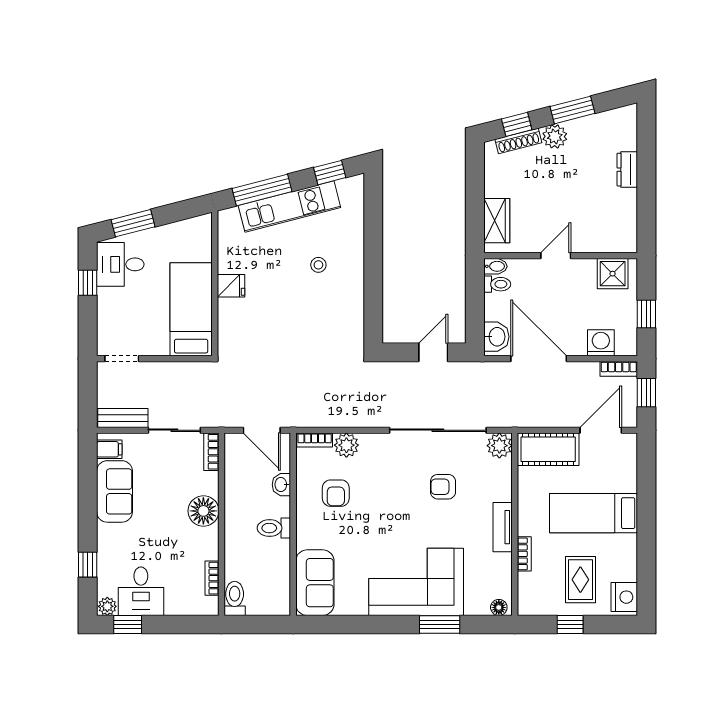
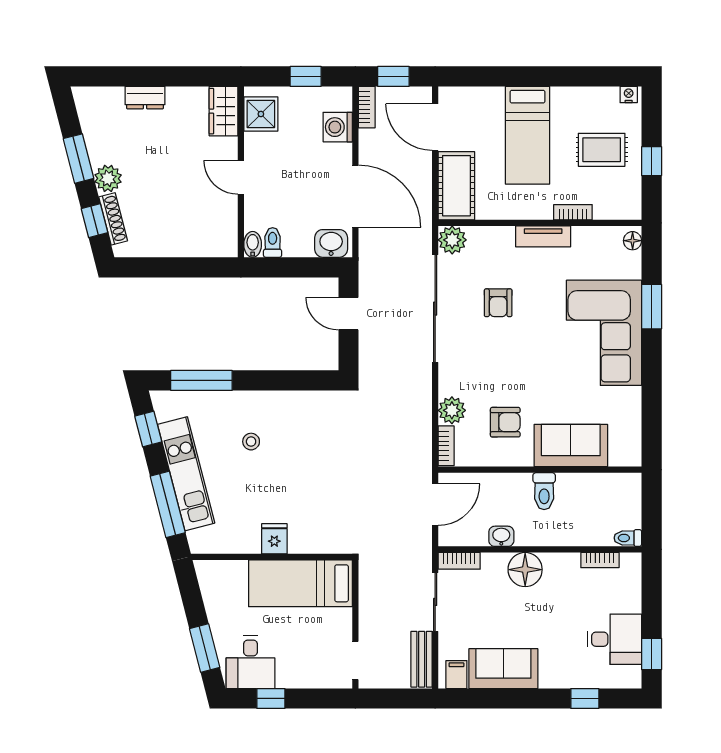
window: (373, 220) -> (201, 380), added
wardrobe: (497, 221) -> (223, 111), moved, turned -90
door: (539, 359) -> (355, 196), swing flipped
washbasin: (281, 485) -> (501, 536), moved, turned 180
sofa: (315, 583) -> (571, 445), moved
nightstand: (624, 597) -> (629, 95), width x0.53, depth x0.56
toilet: (235, 598) -> (628, 538), width x0.73, depth x0.72
plant: (107, 606) -> (631, 677), removed

